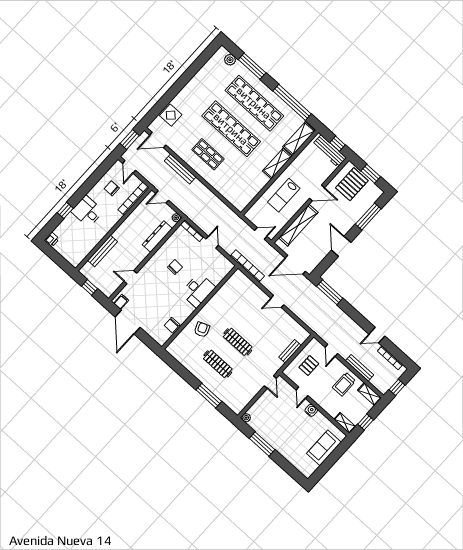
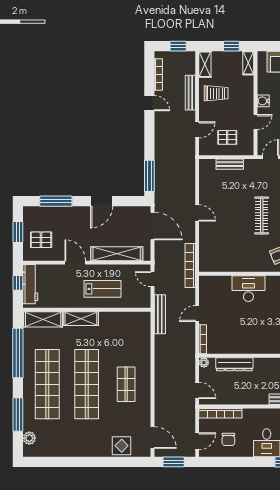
bench: (180, 169) -> (160, 314), moved
pallet: (352, 184) -> (41, 240), width x0.67, depth x0.71
chair: (175, 267) -> (247, 326), removed

